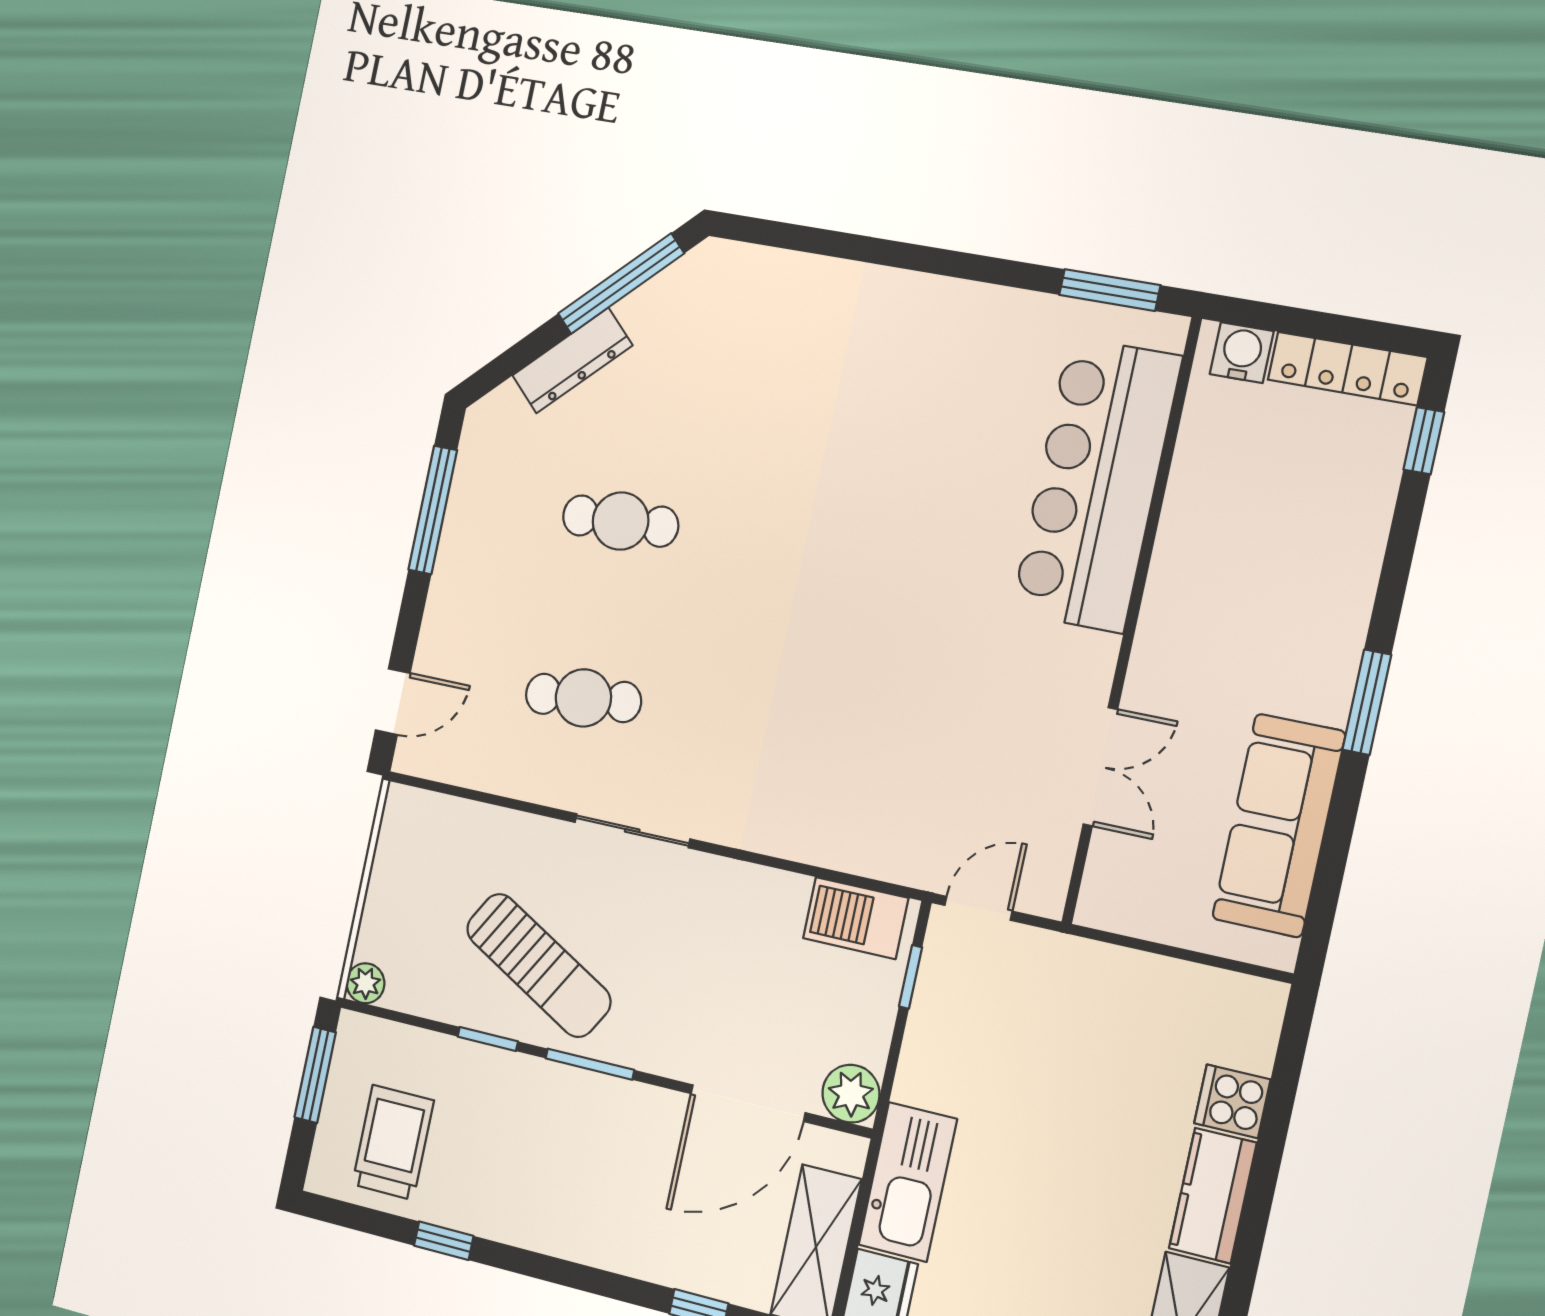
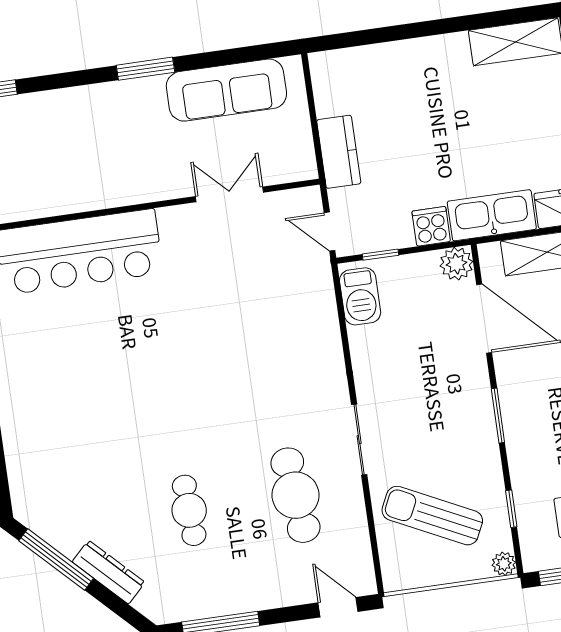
cafe table: (583, 698) -> (295, 495), width x1.37, depth x1.35
sun lounger: (539, 965) -> (432, 516), moved, turned -94
window: (488, 1039) -> (511, 509), moved
cooker: (1232, 1101) -> (431, 226), moved, turned 180
kitchen counter: (1213, 1196) -> (339, 152), moved, turned -90

